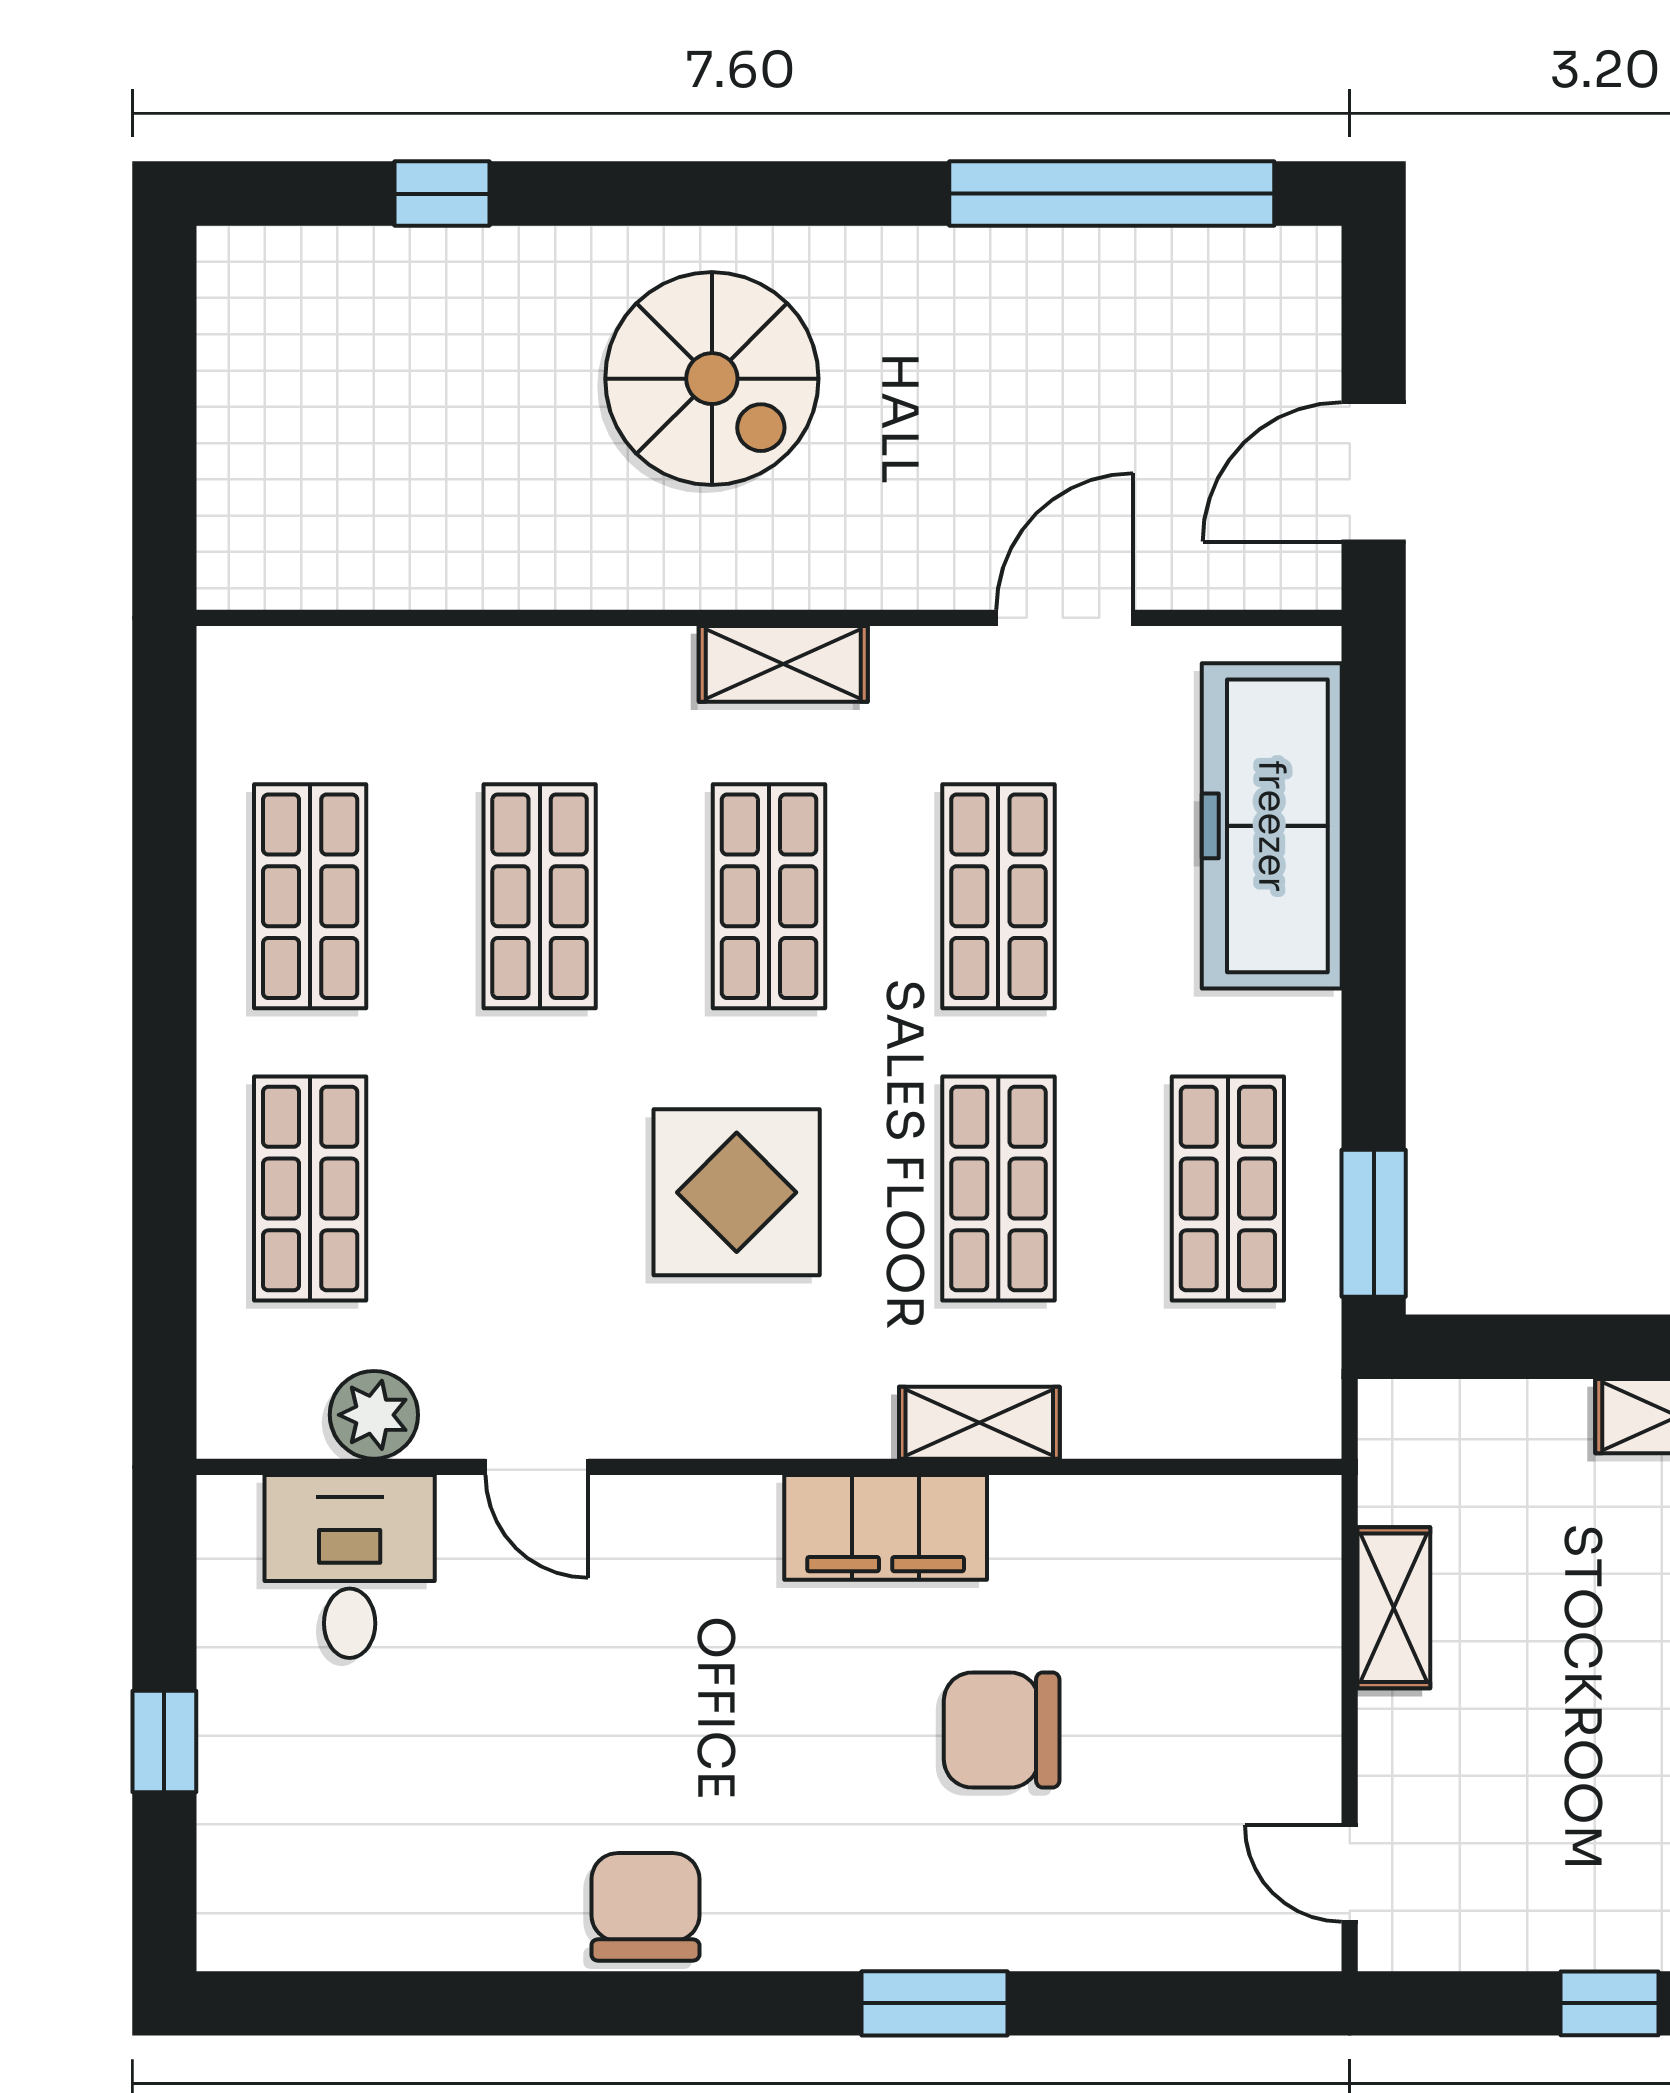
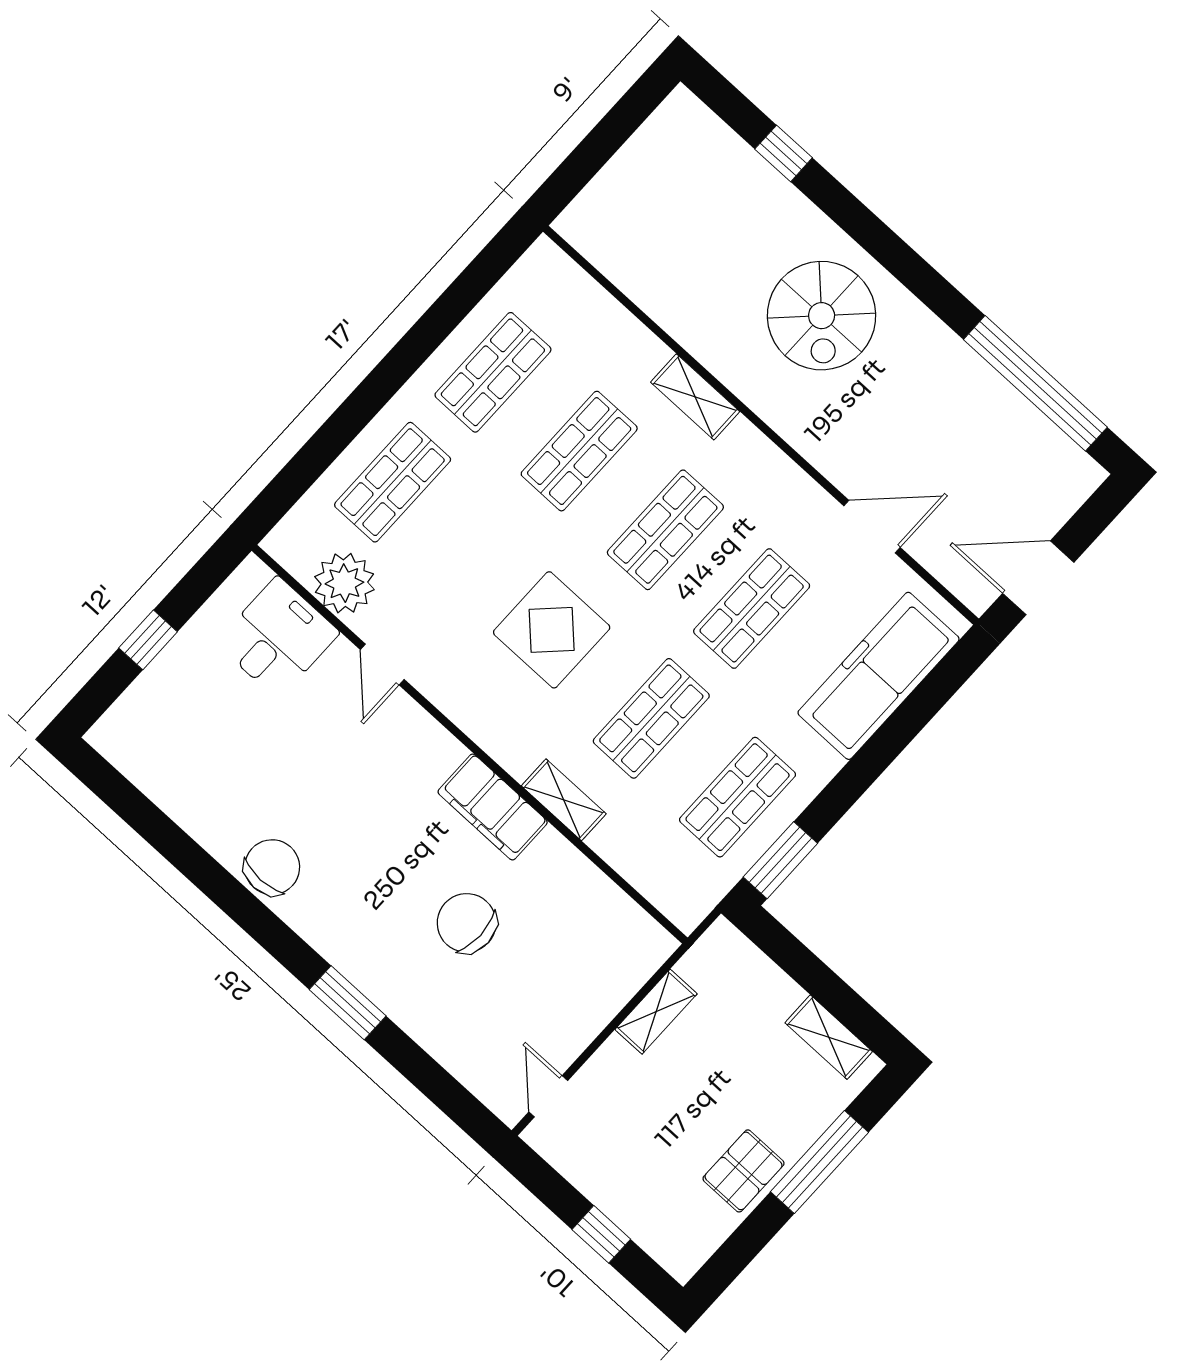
shelving: (783, 664) -> (695, 397), moved
plant: (374, 1415) -> (344, 583), width x1.36, depth x1.36

